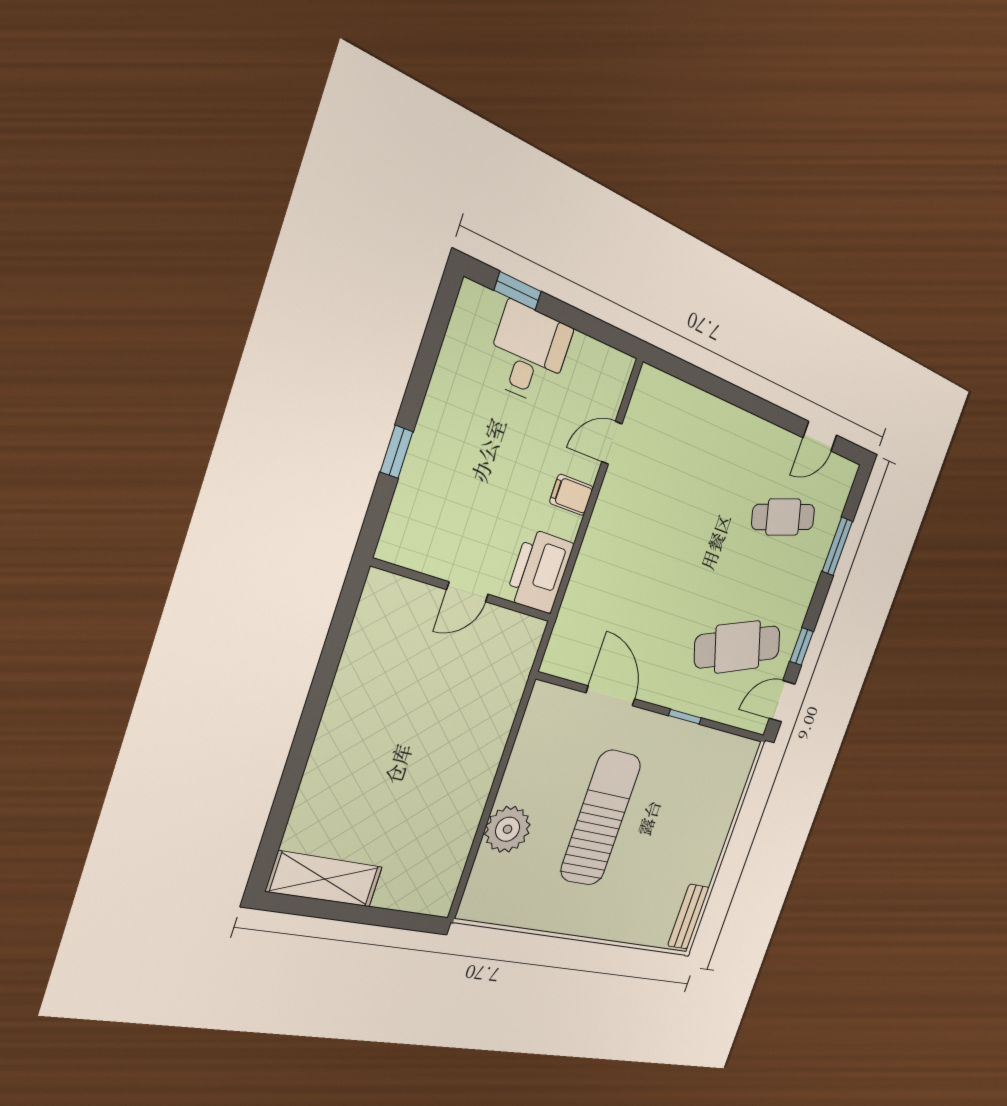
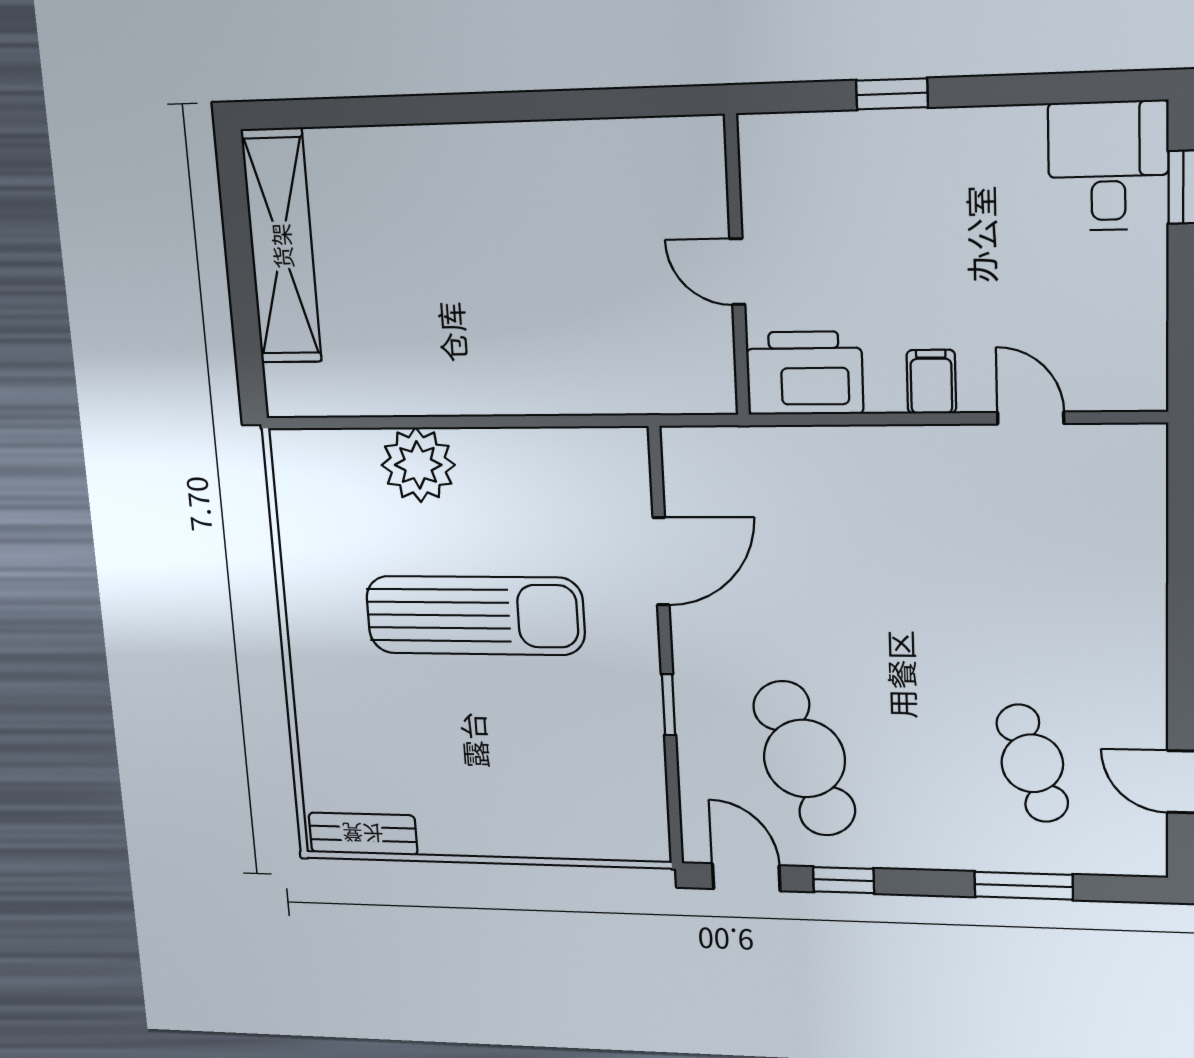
desk: (529, 353) -> (1108, 166), moved, turned -90
shelving: (325, 879) -> (281, 246), width x1.47

